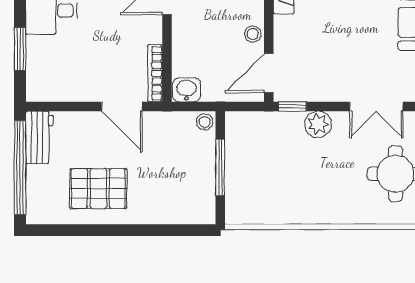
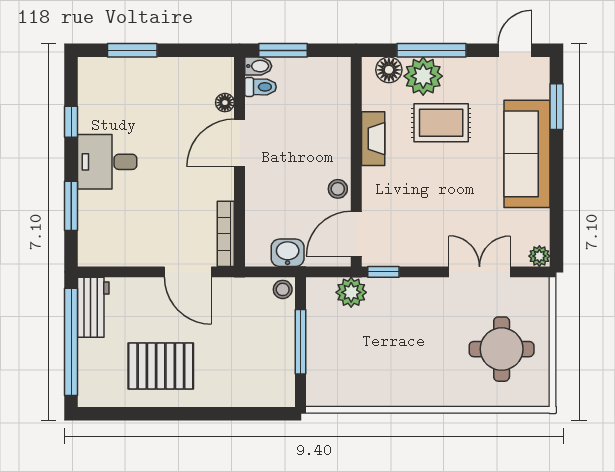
washbasin: (186, 90) -> (288, 253), moved
double door: (376, 106) -> (480, 272), swing flipped
plant: (318, 124) -> (351, 292), moved

